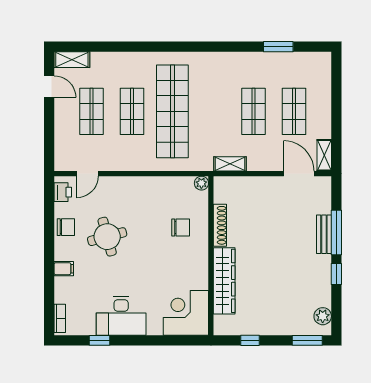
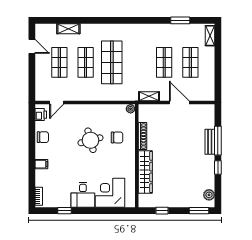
shelving: (72, 60) -> (68, 29), moved
shop shelf: (172, 111) -> (112, 62), width x0.71
shelving: (324, 155) -> (210, 36), moved
door: (299, 174) -> (179, 103), moved
round table: (107, 237) -> (90, 140), moved
corner desk: (186, 313) -> (110, 193), moved
desk: (121, 316) -> (83, 195), width x0.73

